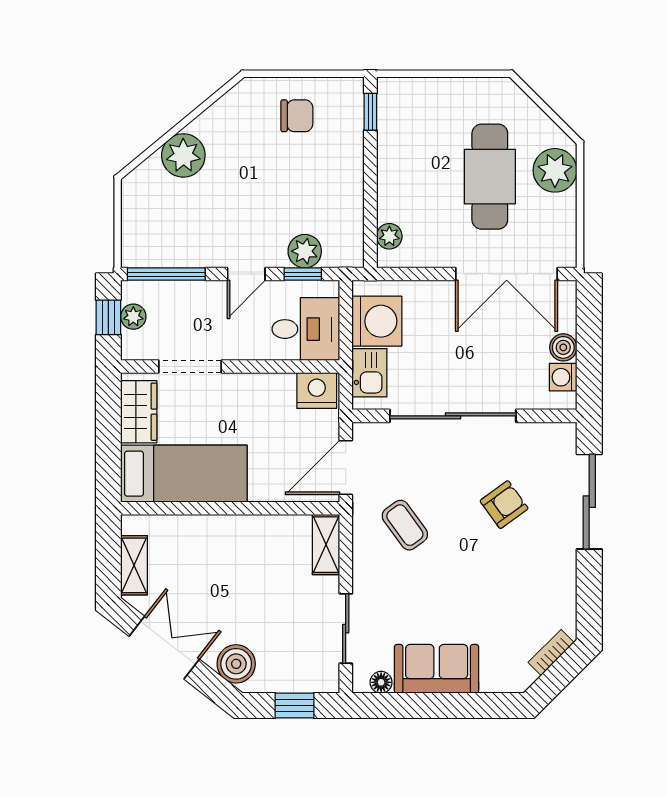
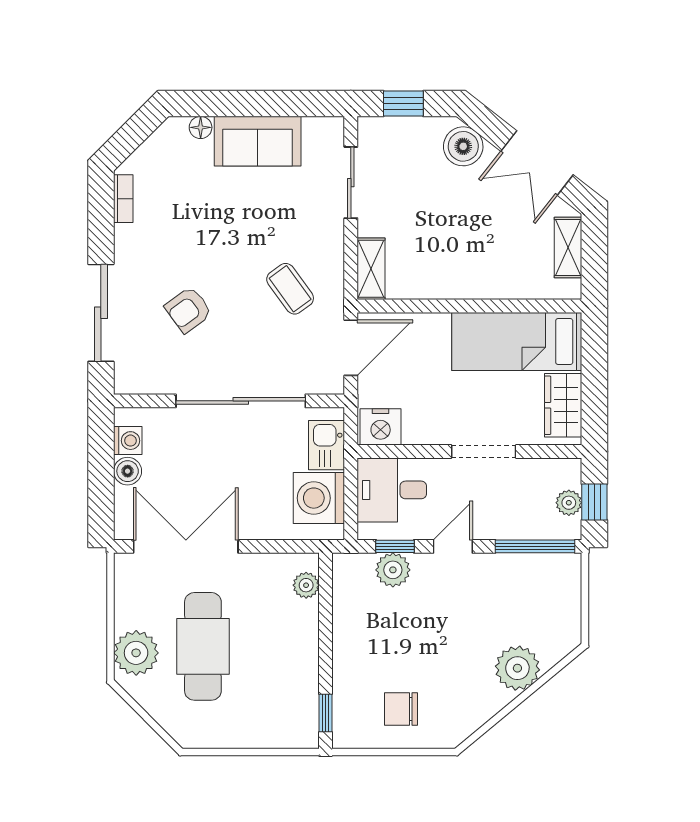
doorway: (190, 367) -> (484, 451), moved
bookcase: (551, 652) -> (123, 199), moved, turned -45
floor lamp: (381, 682) -> (201, 127), moved

